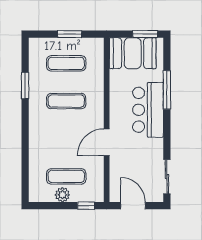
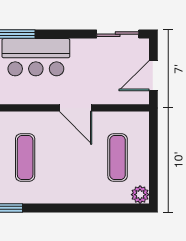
plant: (62, 195) -> (140, 195), moved
window: (86, 206) -> (153, 133), removed

